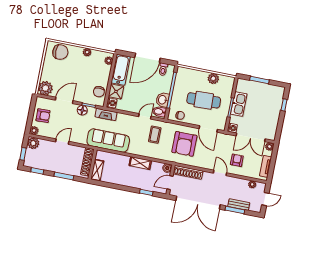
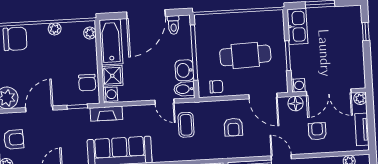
plant: (213, 78) -> (251, 19), removed
kitchen sink: (239, 104) -> (297, 26), moved
floor lamp: (82, 110) -> (295, 103), moved
door: (145, 116) -> (165, 102), swing flipped
armchair: (184, 144) -> (233, 127), width x0.53, depth x0.53
door: (220, 173) -> (281, 157), moved

